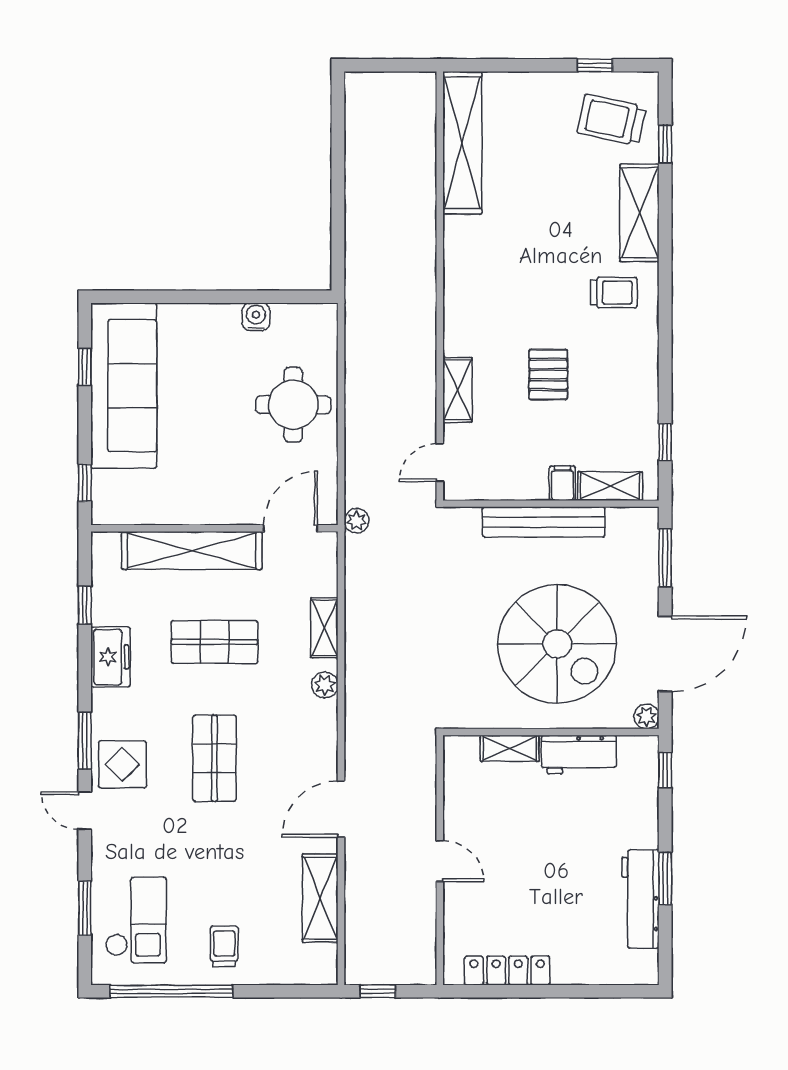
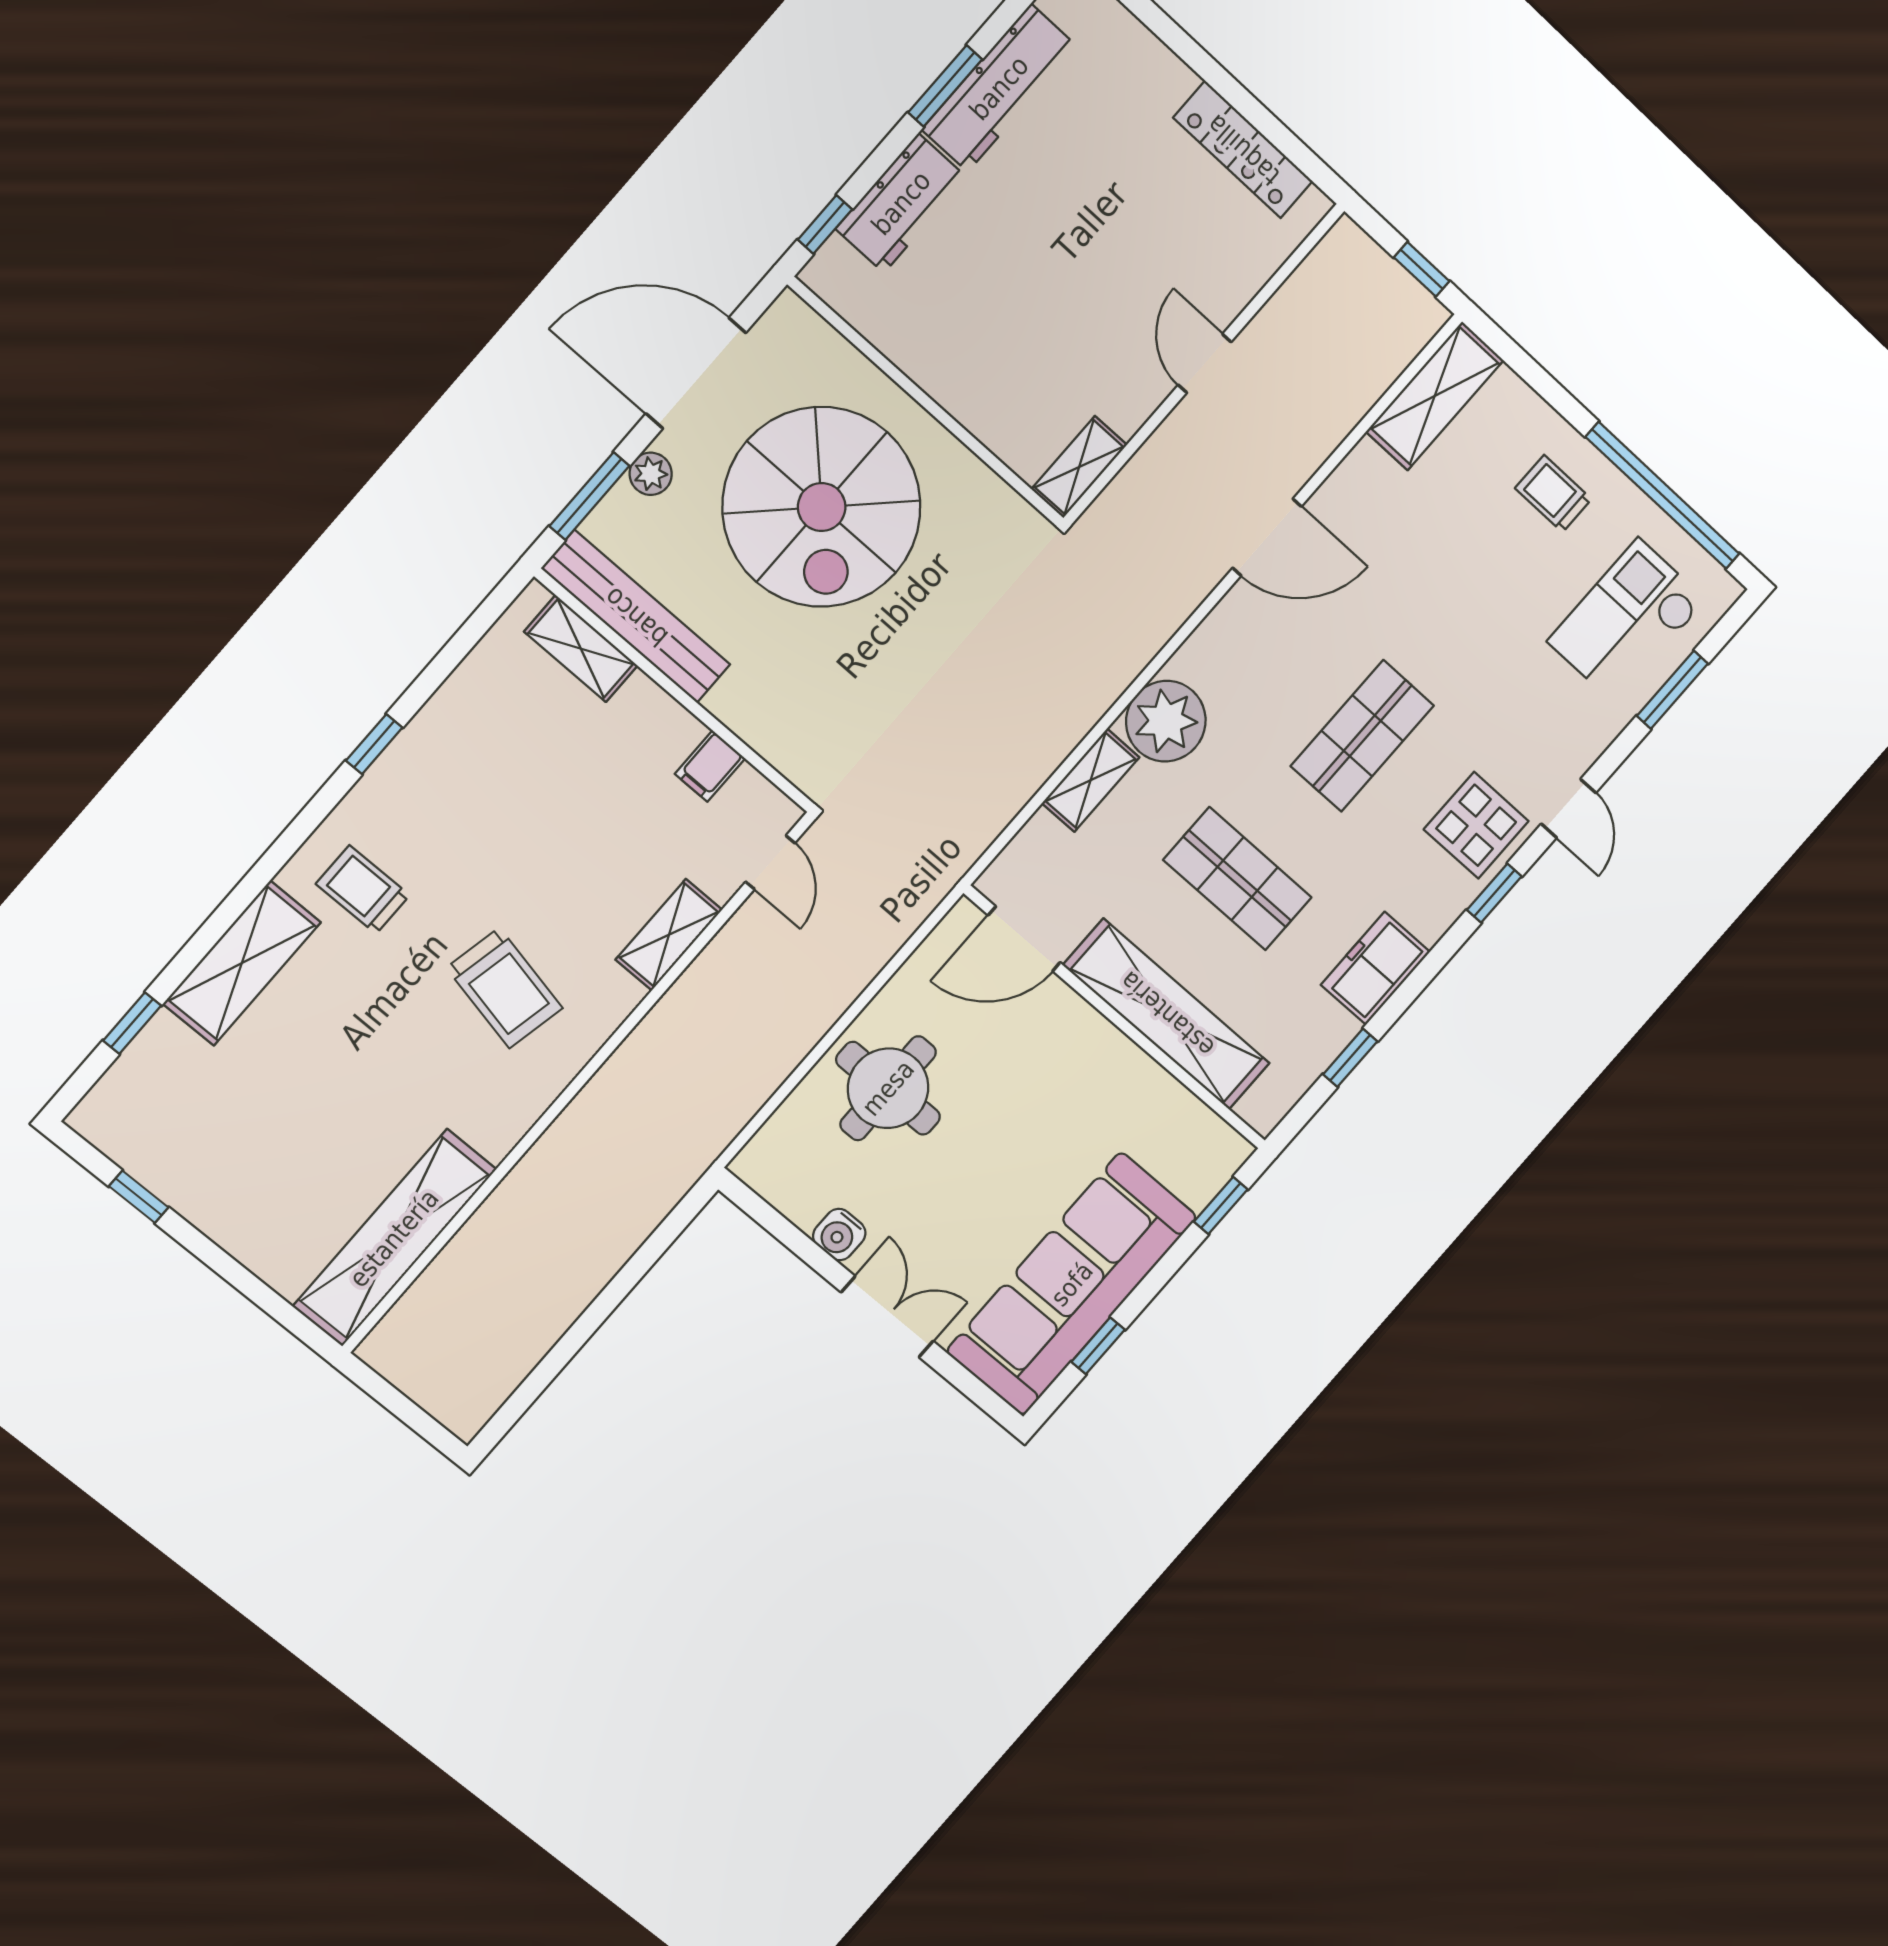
trolley: (611, 120) -> (504, 988), moved
double door: (199, 297) -> (887, 1317), added
pallet: (548, 374) -> (537, 857), removed
window: (665, 442) -> (374, 744), moved
door: (440, 463) -> (770, 862), hinge flipped
filing cabinet: (562, 483) -> (710, 766), moved
plant: (356, 521) -> (936, 879), removed
bench: (544, 522) -> (636, 617), moved
spiral stairs: (557, 644) -> (822, 507), turned 180
plant: (325, 685) -> (1166, 721), width x1.88, depth x1.88
plant: (646, 716) -> (651, 474), moved
window: (85, 741) -> (1494, 893), width x0.67
shelving: (510, 748) -> (1079, 467), moved, turned 90
workbench: (579, 755) -> (901, 203), moved, turned 90
shelving: (320, 898) -> (1435, 396), moved
trolley: (224, 946) -> (1553, 494), turned 90

